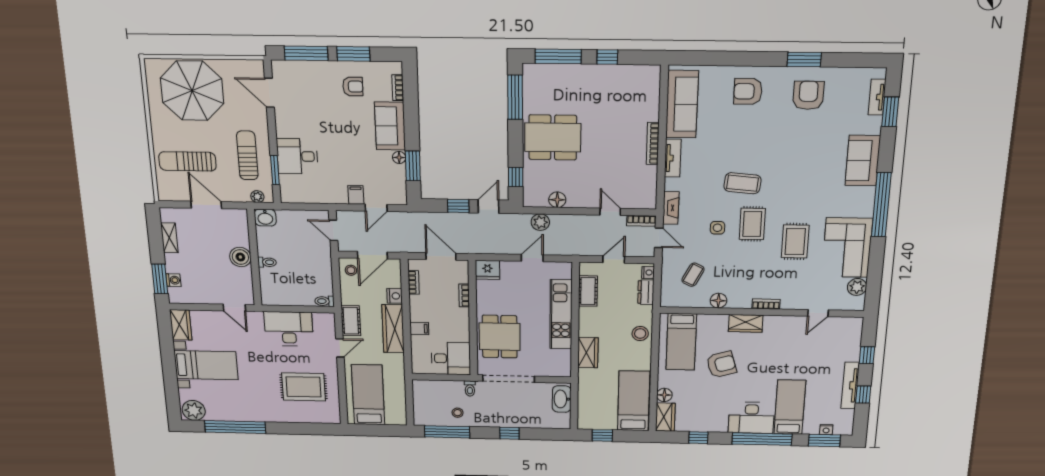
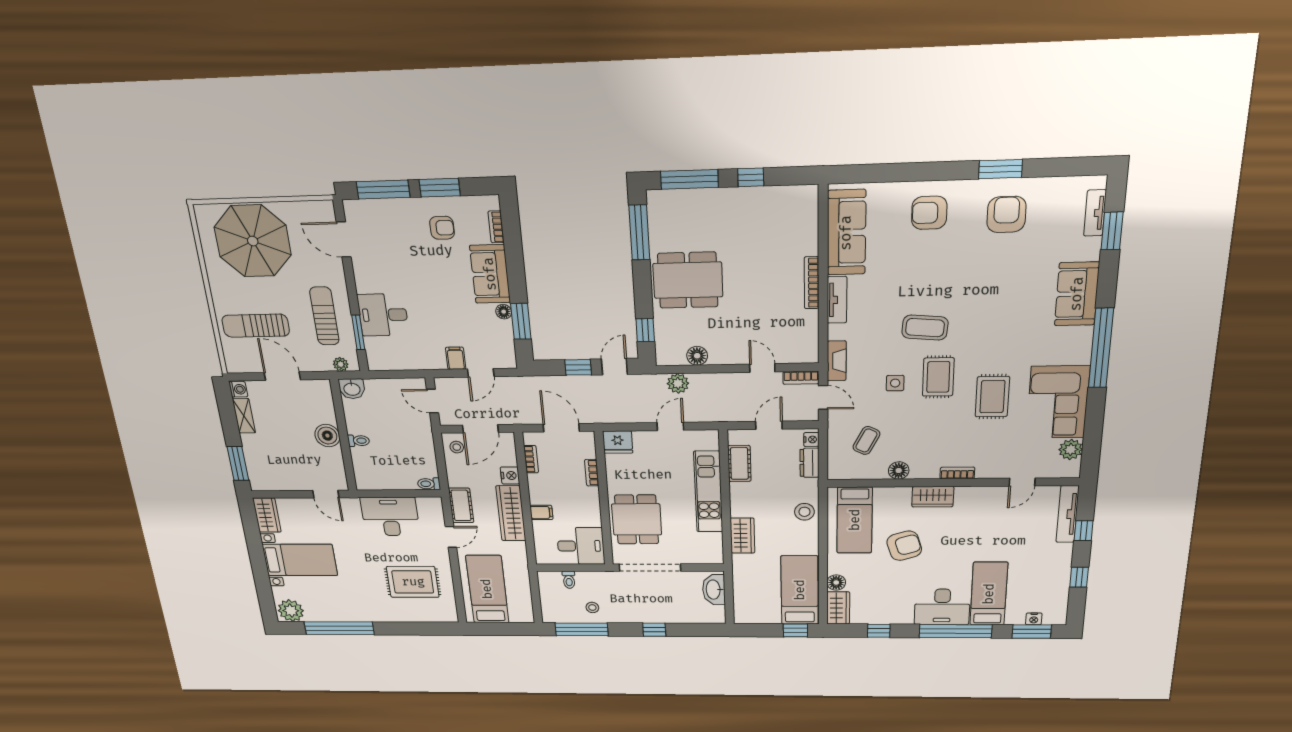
washing machine: (173, 280) -> (238, 389), moved
tv unit: (850, 385) -> (1068, 514), moved
toilet: (470, 388) -> (569, 580), moved
window: (602, 435) -> (795, 630), moved

